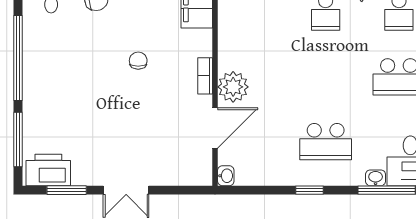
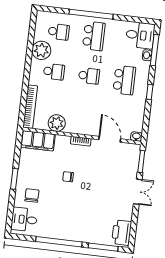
school desk: (326, 77) -> (89, 76), added
plant: (233, 87) -> (57, 123), moved
window: (67, 190) -> (141, 161), moved

